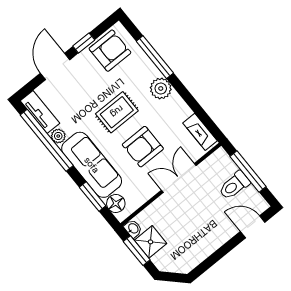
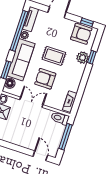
window: (84, 43) -> (87, 22), moved
window: (155, 57) -> (92, 57), width x0.46
plant: (161, 88) -> (83, 58), moved
double door: (179, 178) -> (31, 102), moved
toilet: (234, 185) -> (60, 118), moved

